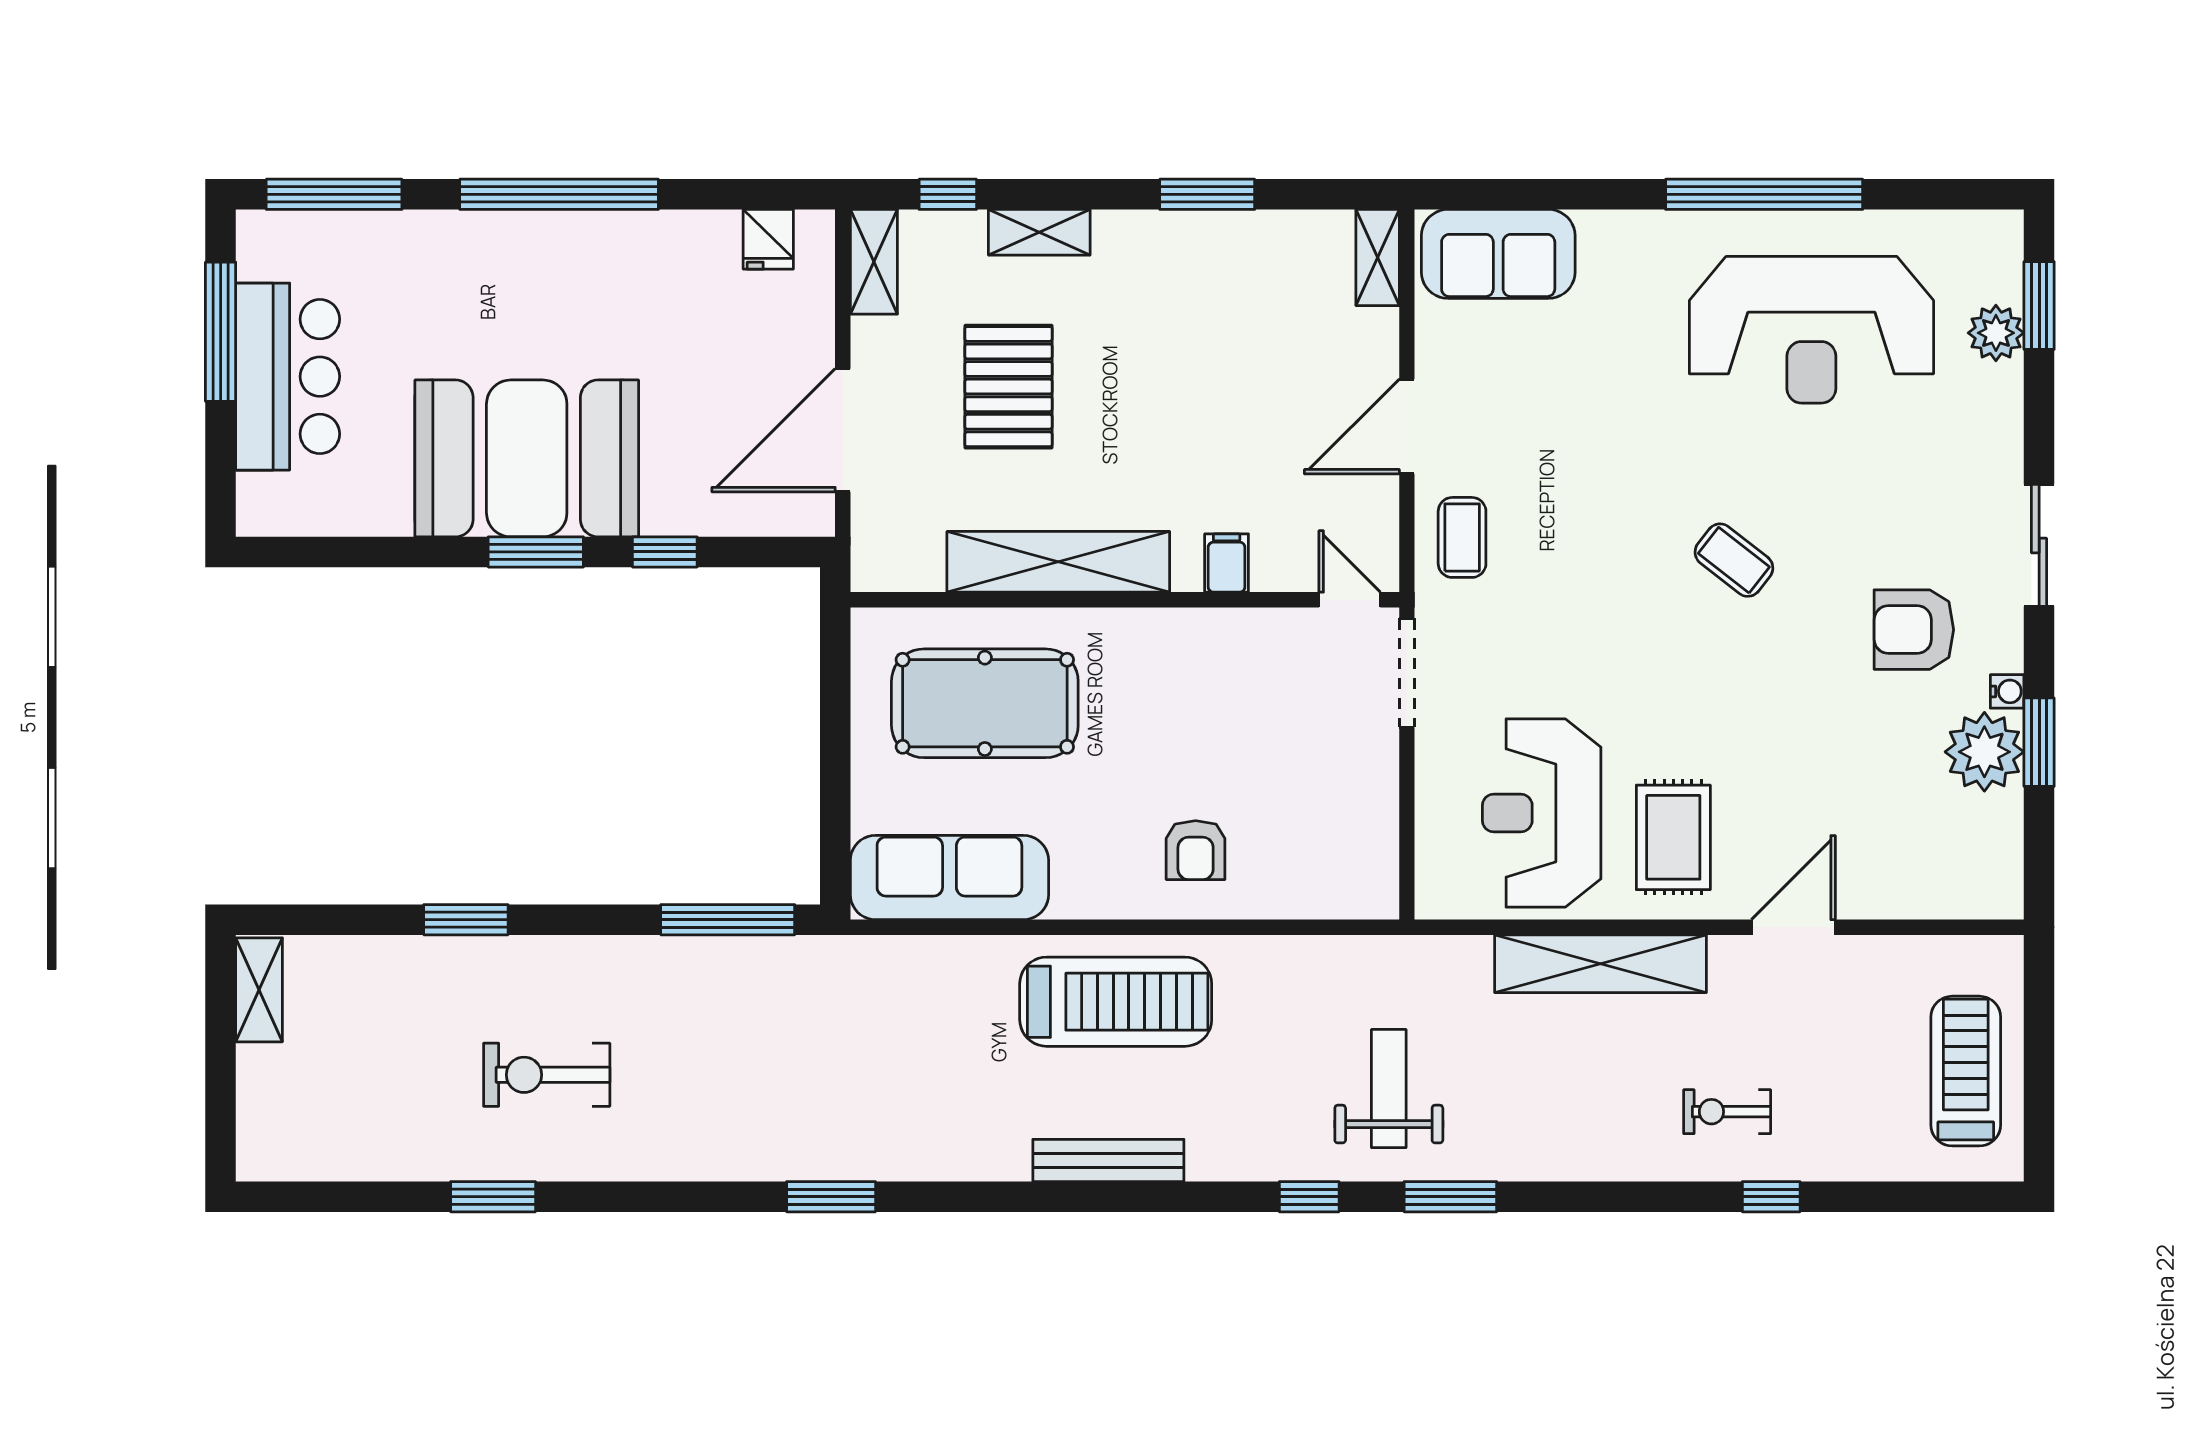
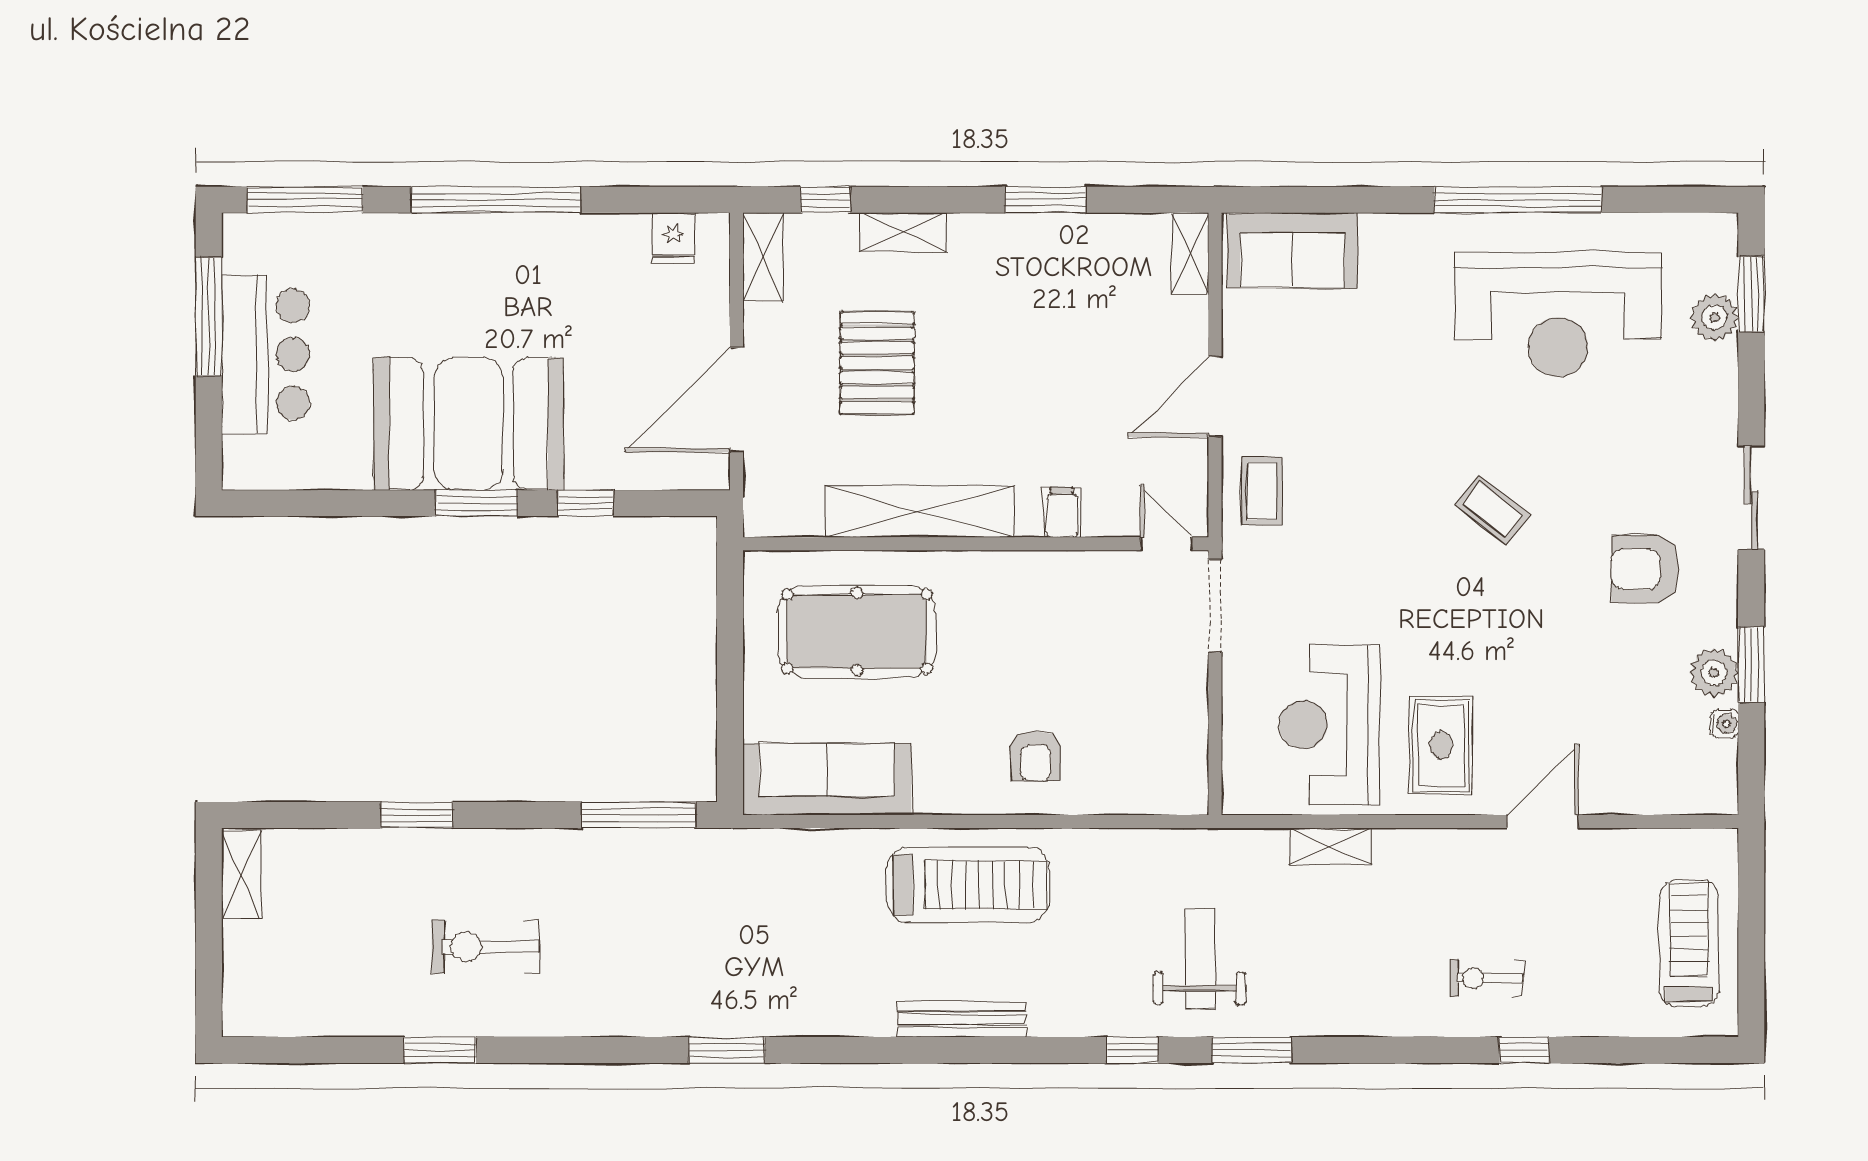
water cooler: (2007, 691) -> (1724, 724), moved
plant: (1984, 752) -> (1714, 673), width x0.73, depth x0.73
shelving: (1601, 964) -> (1330, 846), width x0.45, depth x0.75

